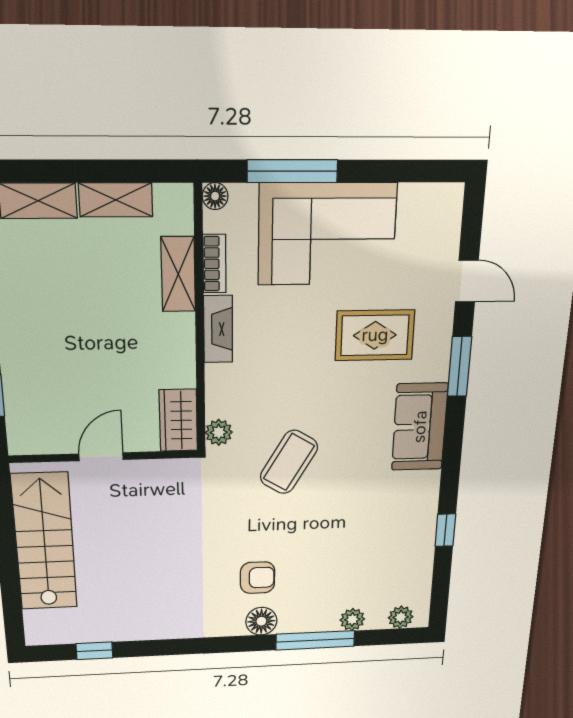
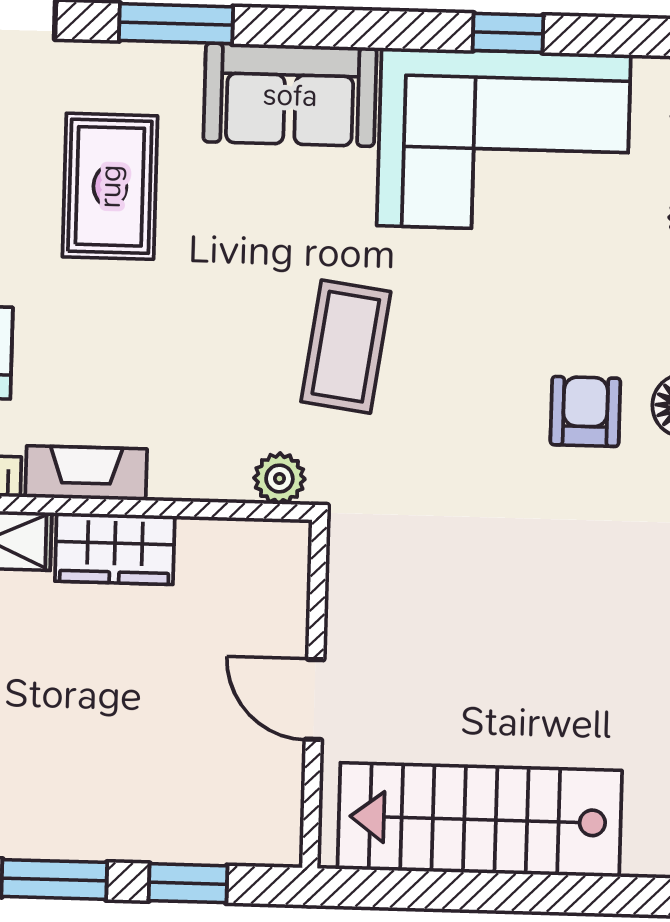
wardrobe: (178, 420) -> (115, 549), moved
coffee table: (289, 462) -> (346, 347), turned 67
corner sofa: (393, 532) -> (504, 140), added

